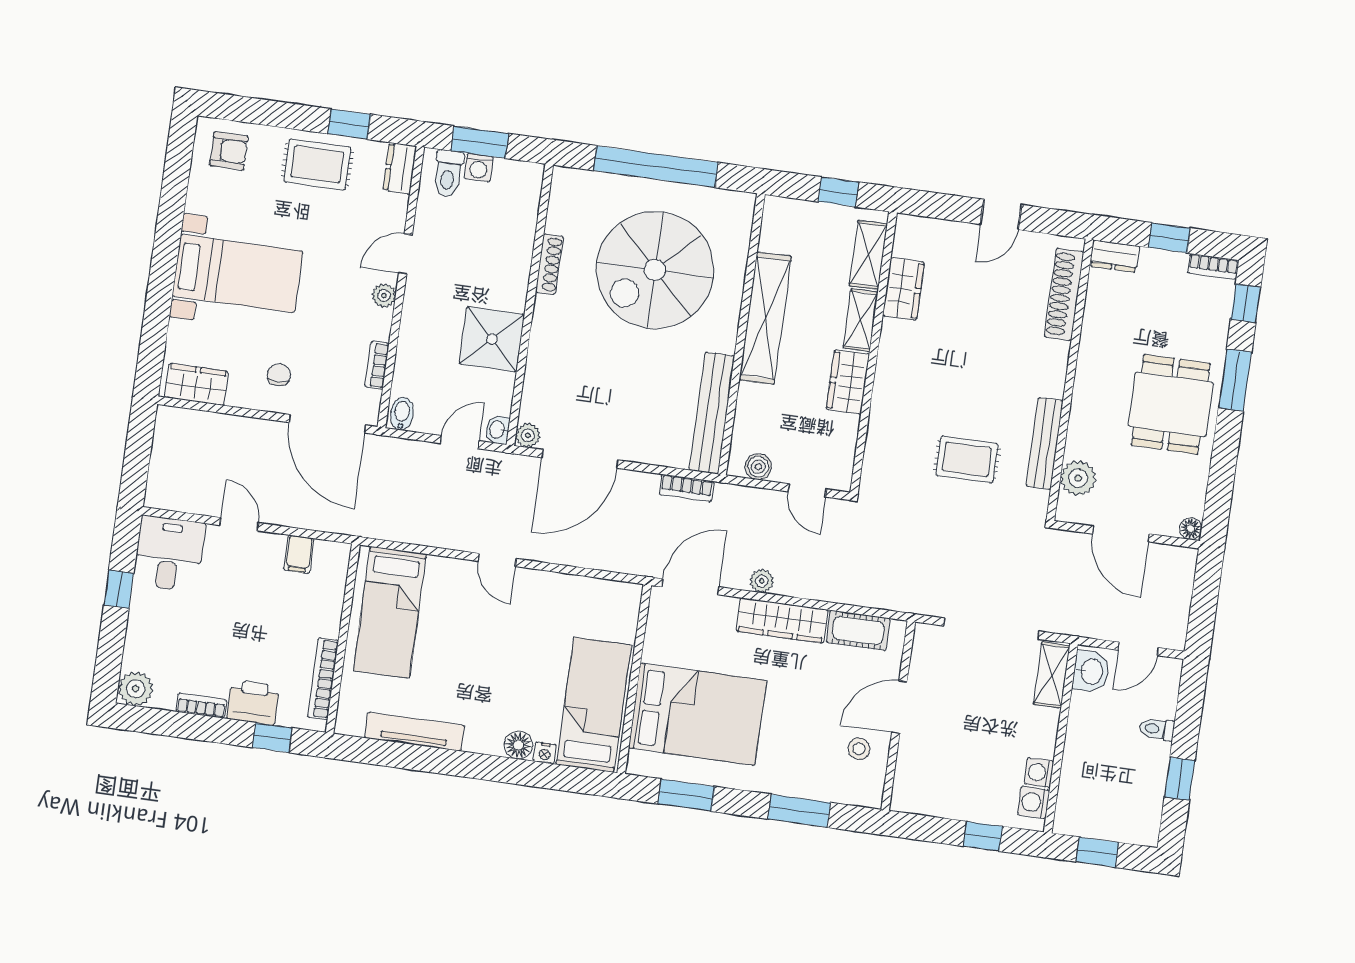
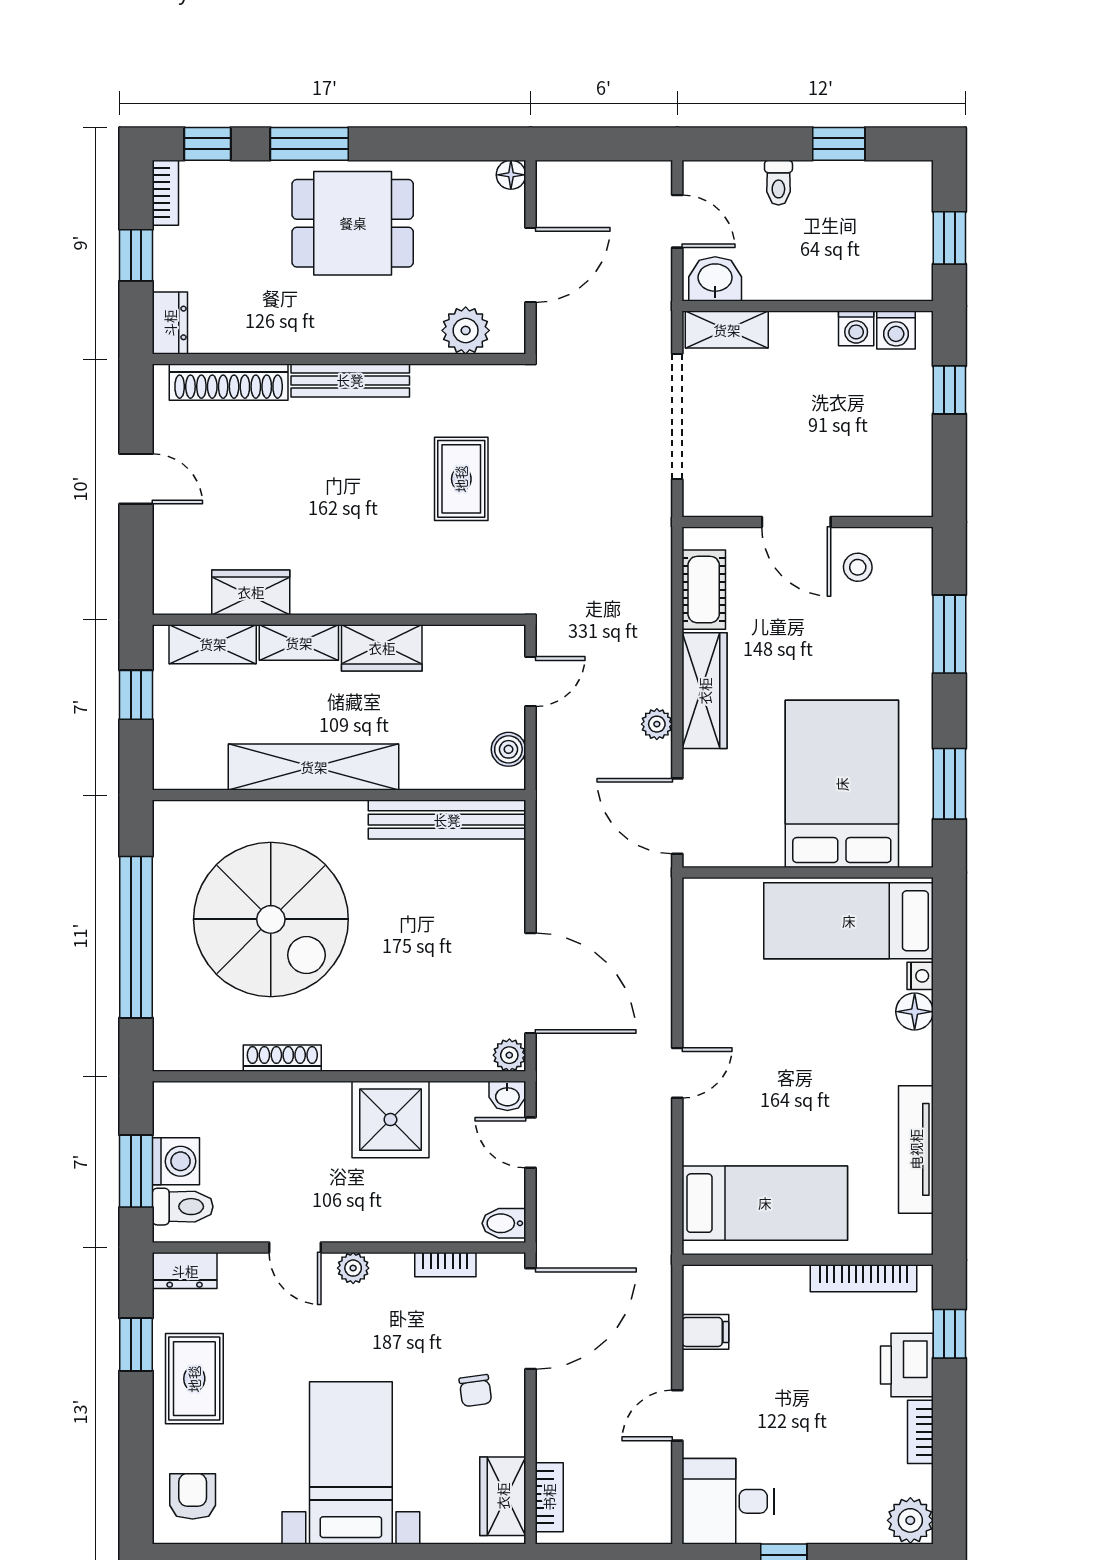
washing machine: (479, 168) -> (176, 1161), width x1.38, depth x1.38
chair: (279, 375) -> (475, 1391), turned -98
bench: (1045, 444) -> (350, 380), moved
bookcase: (687, 488) -> (549, 1497), moved

